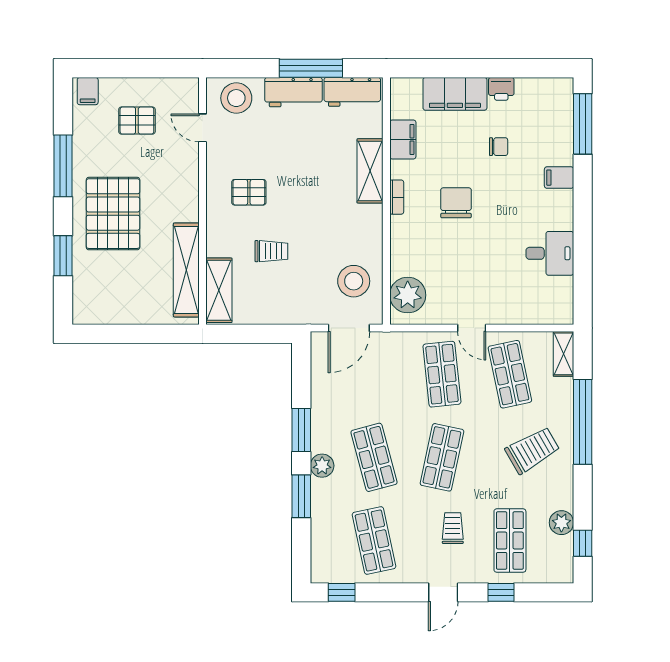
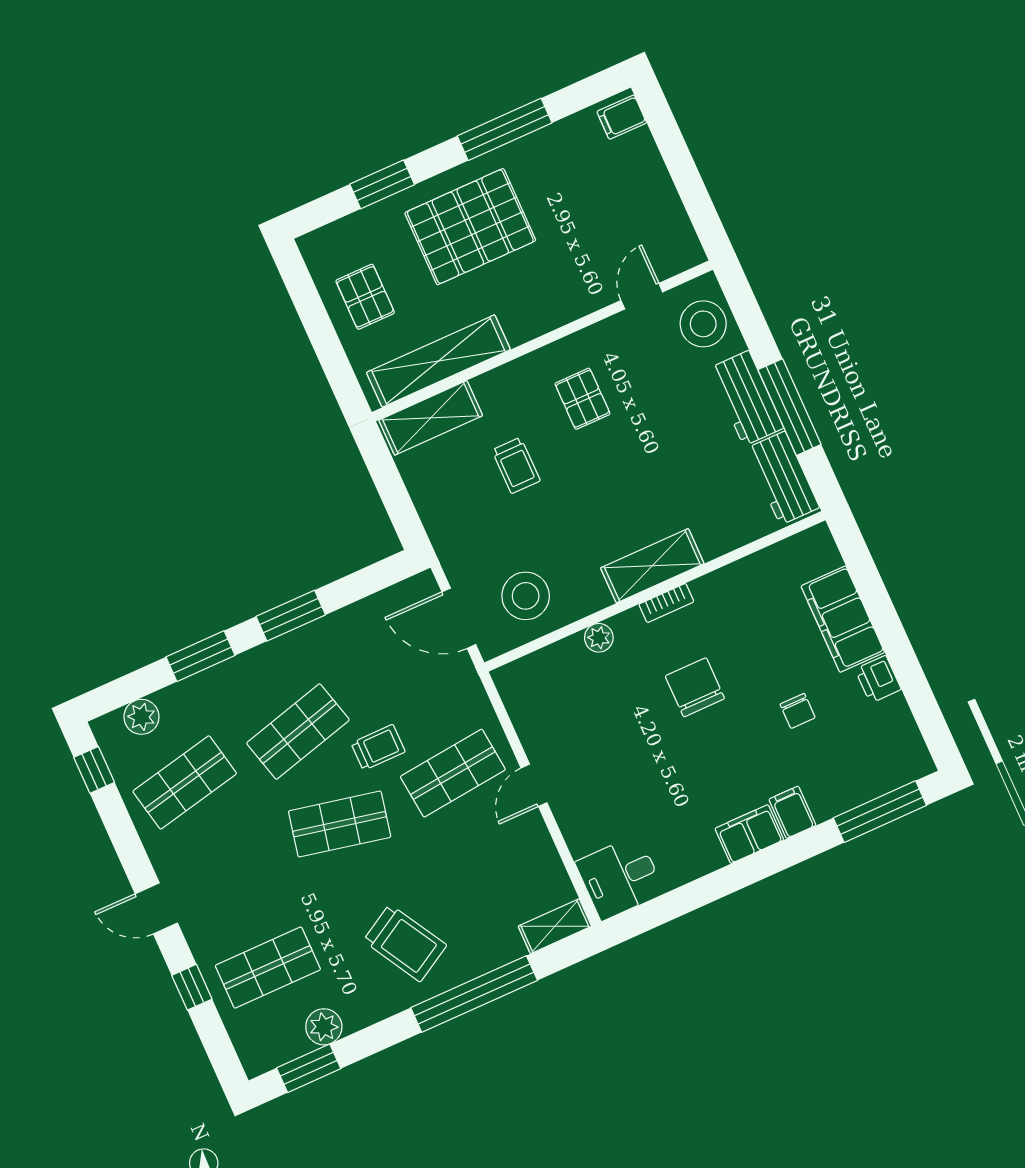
pallet: (137, 121) -> (365, 297), moved
filing cabinet: (403, 139) -> (749, 834), moved, turned 180
shelving: (370, 171) -> (652, 566), moved
chair: (456, 203) -> (695, 687), turned -90
desk: (550, 253) -> (620, 878), moved, turned 90
plant: (408, 295) -> (599, 638), moved, width x0.53, depth x0.53
shop shelf: (510, 374) -> (494, 866), removed
plant: (322, 466) -> (141, 717), moved
trolley: (453, 528) -> (378, 747), moved
window: (583, 543) -> (309, 1068), width x1.50

